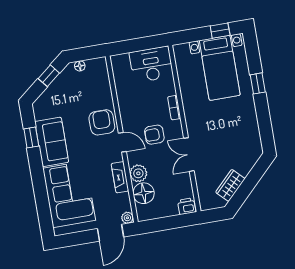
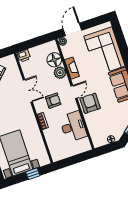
window: (220, 31) -> (33, 174), moved
desk: (151, 64) -> (73, 127), moved, turned -90
armchair: (102, 122) -> (90, 103), turned 180
door: (122, 142) -> (74, 92), swing flipped

